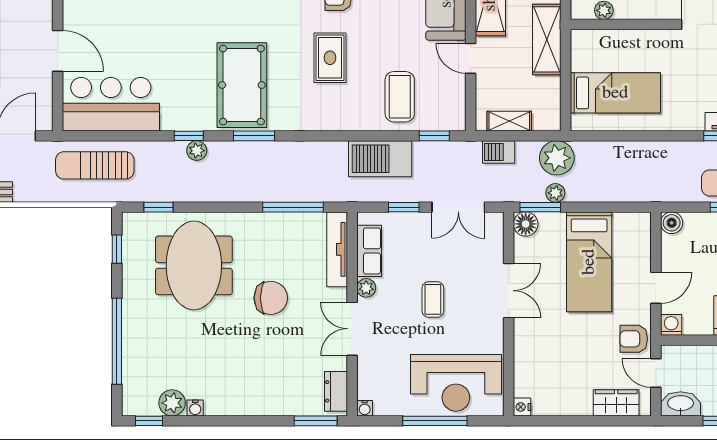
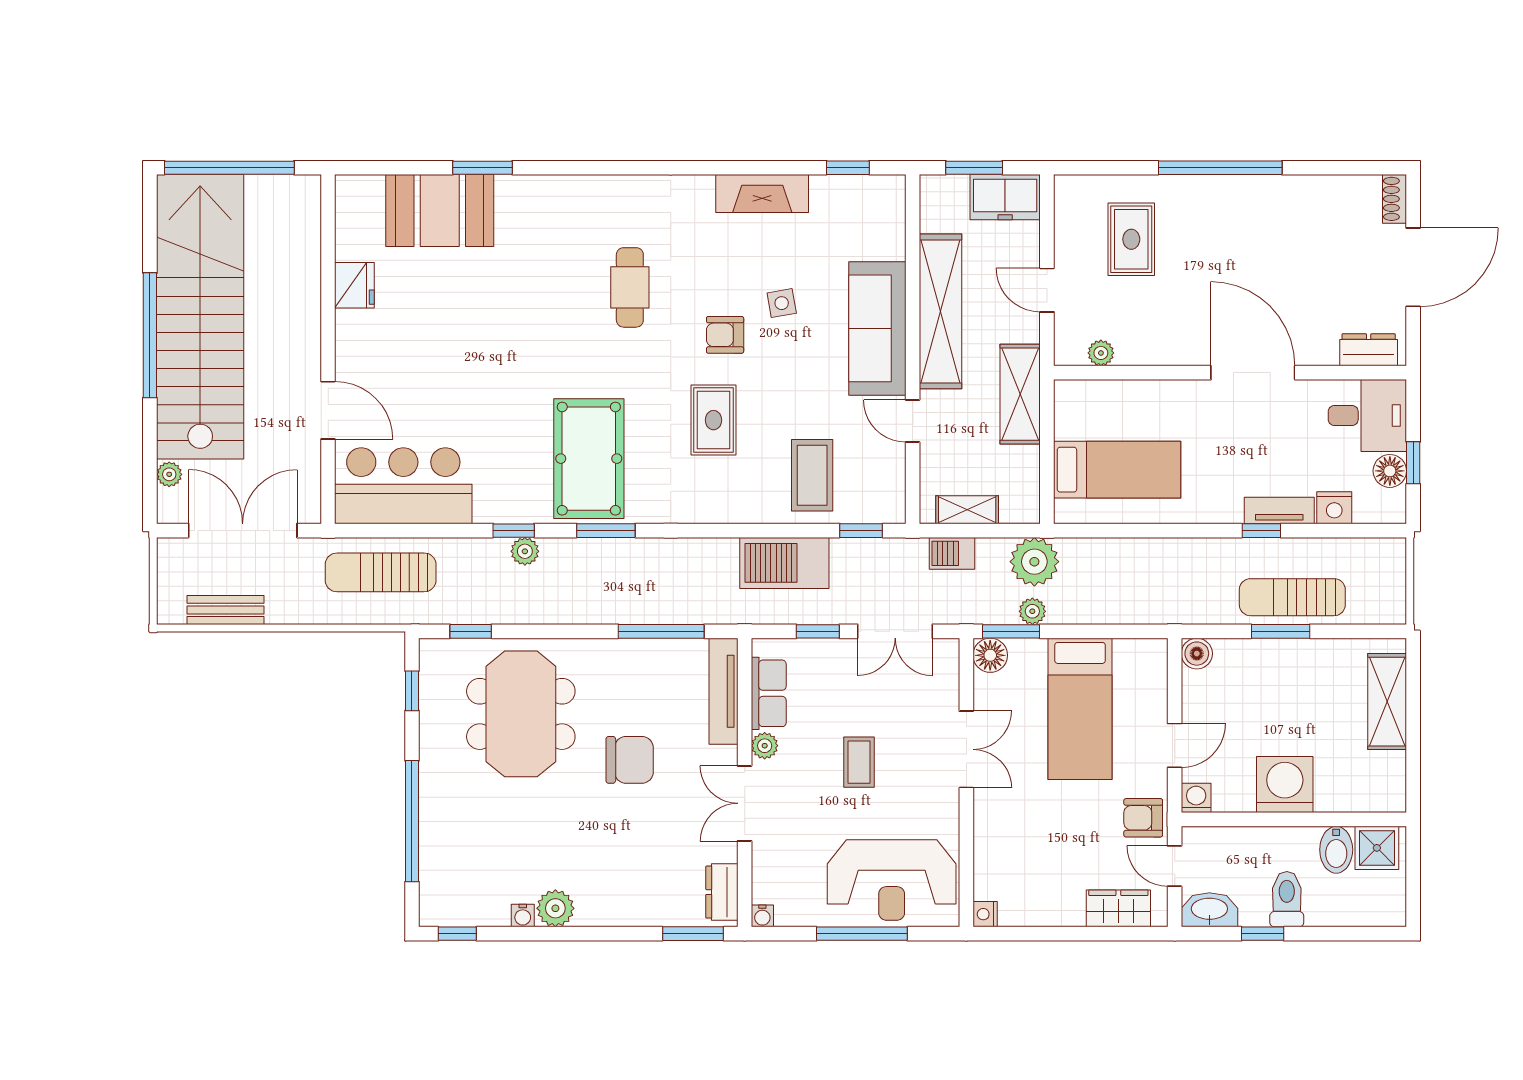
plant: (172, 403) -> (555, 908), moved

